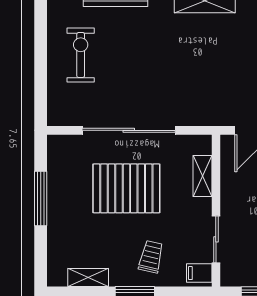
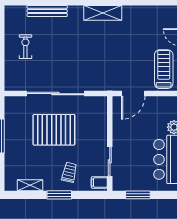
exercise bike: (81, 55) -> (25, 47), width x0.73, depth x0.72
shelving: (202, 176) -> (101, 122), removed

